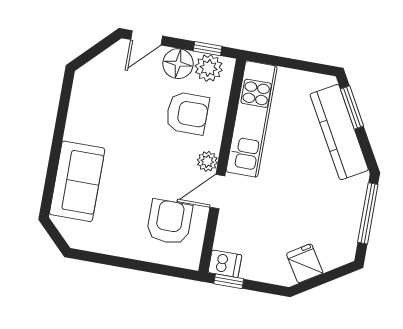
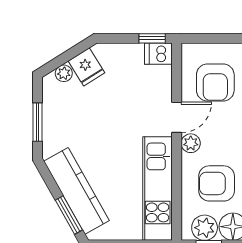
window: (368, 213) -> (38, 122), width x0.69
plant: (330, 261) -> (64, 73), added

